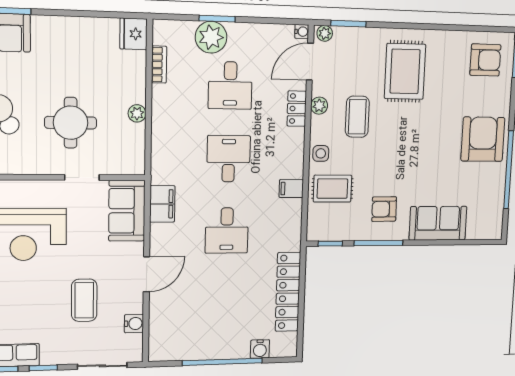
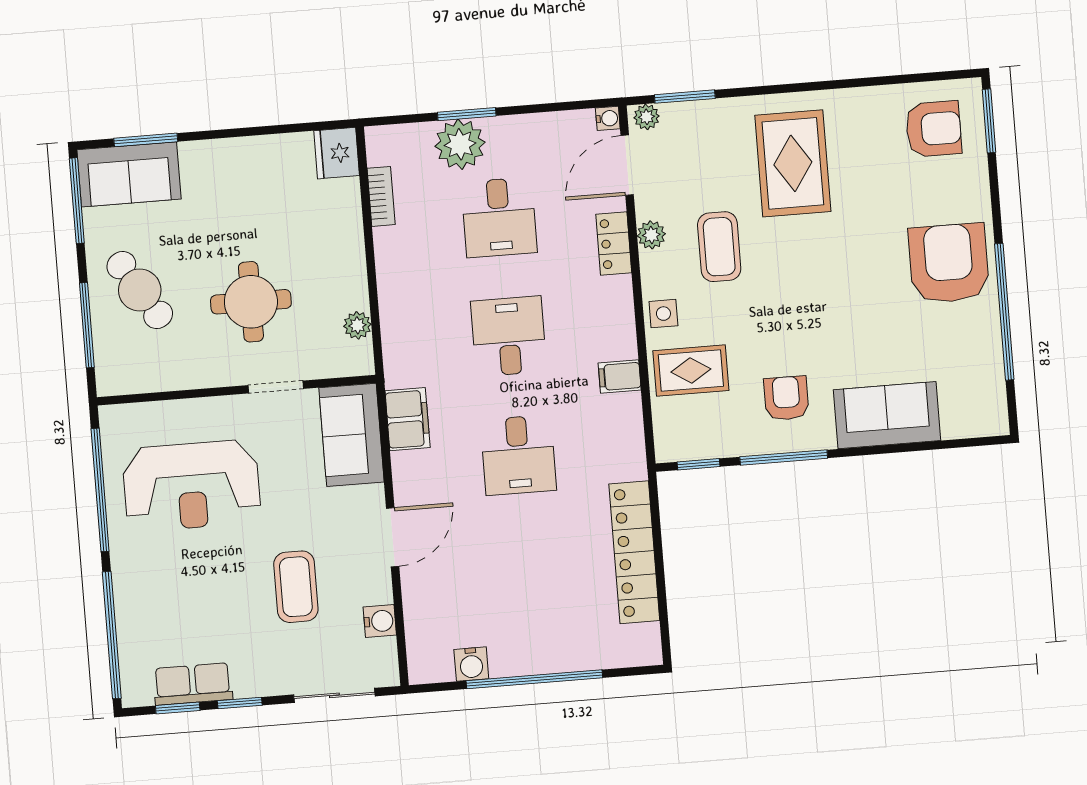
plant: (137, 113) -> (357, 325), moved
armchair: (384, 209) -> (786, 398), turned 91
water cooler: (260, 349) -> (471, 664), moved

